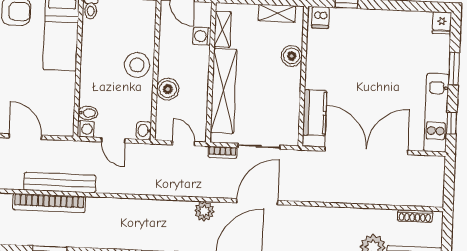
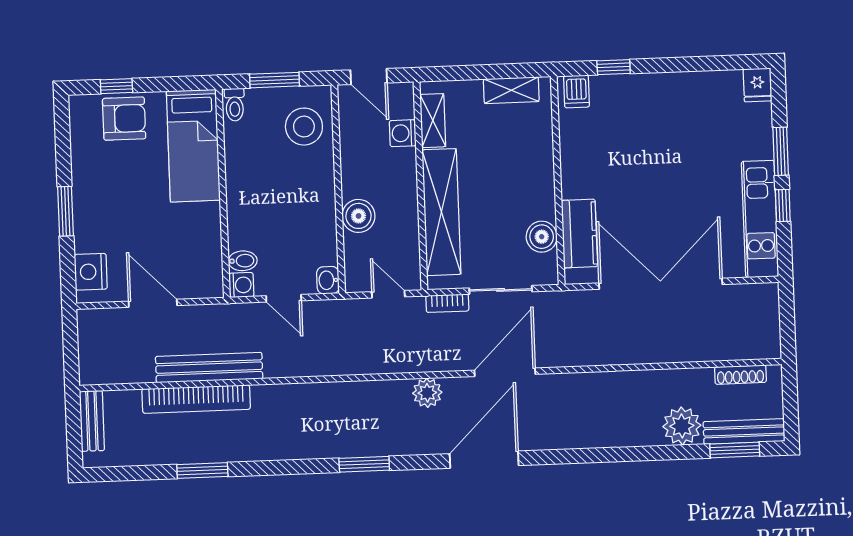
boiler: (292, 56) -> (542, 237), moved
stool: (137, 65) -> (304, 127), moved
window: (452, 123) -> (783, 206), moved

